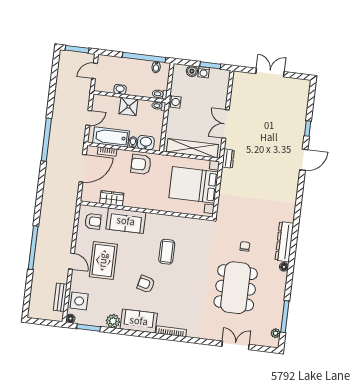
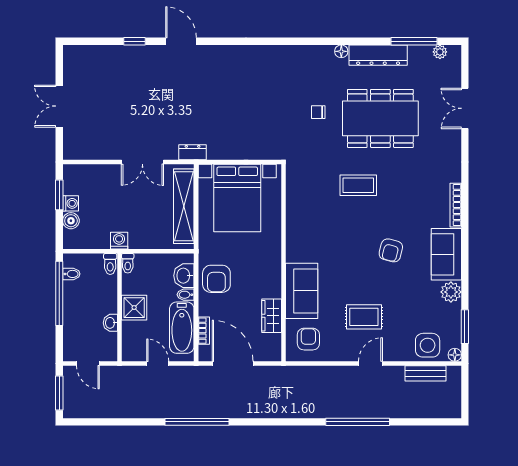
dresser: (284, 242) -> (378, 55), moved
coffee table: (167, 252) -> (358, 185), moved
rug: (103, 260) -> (364, 317), width x0.73, depth x0.70

